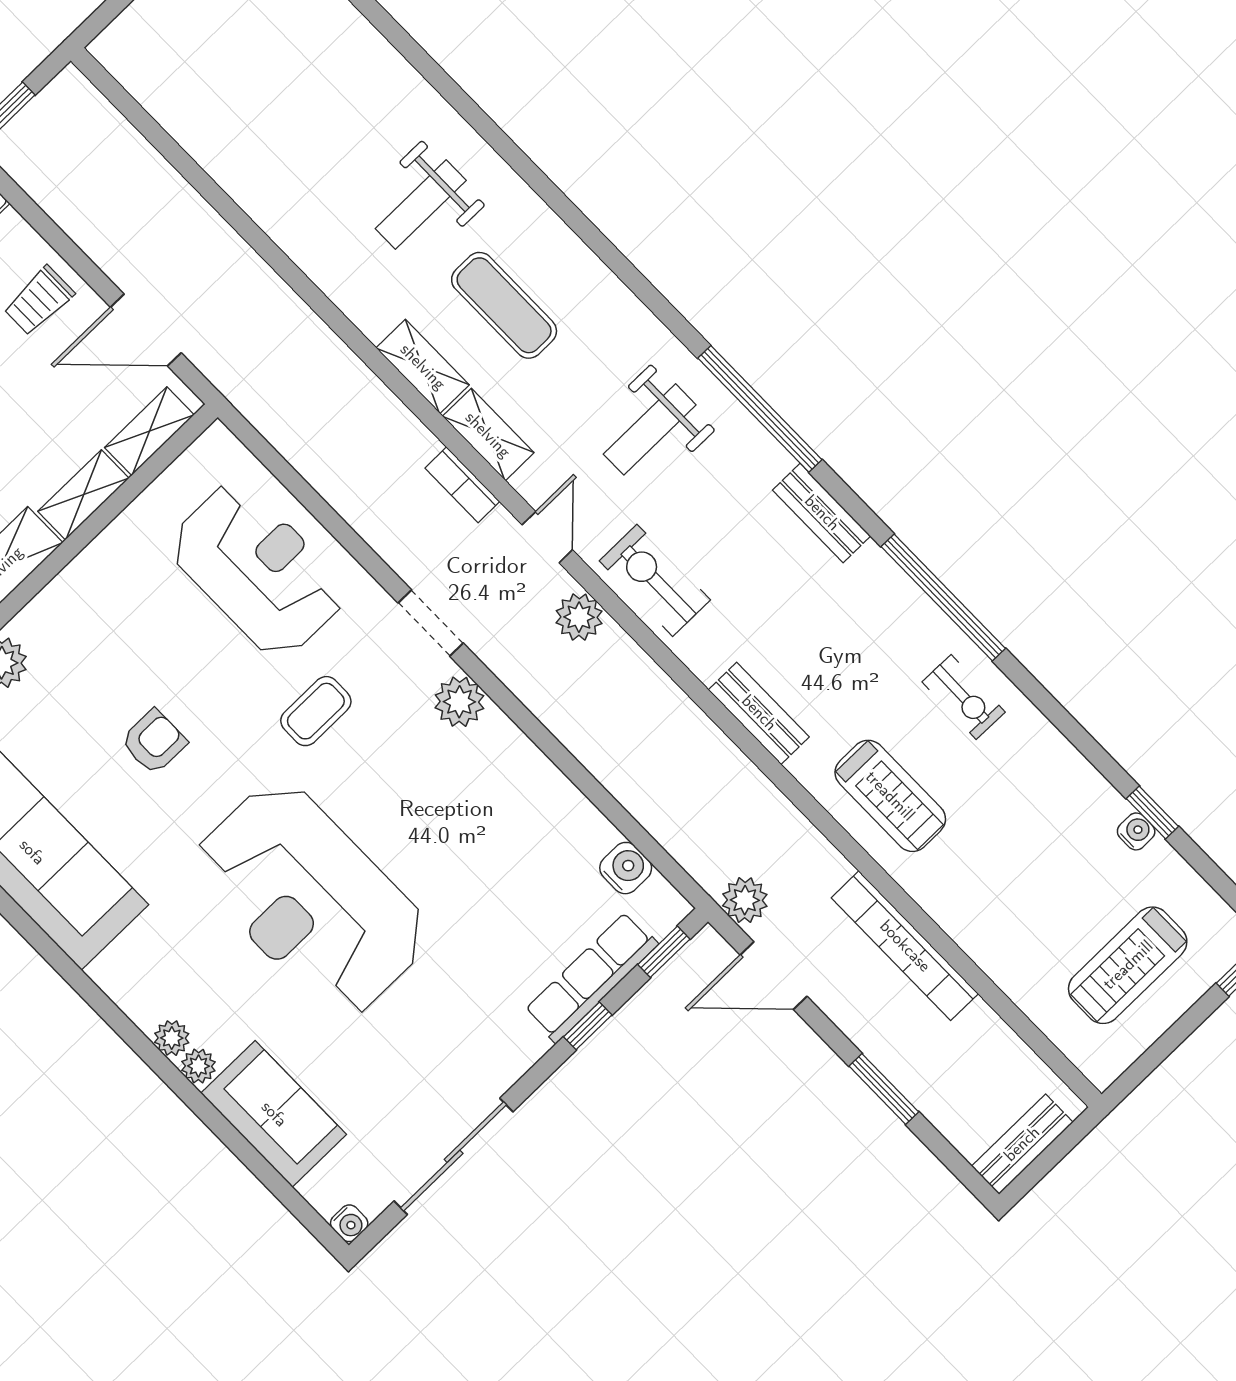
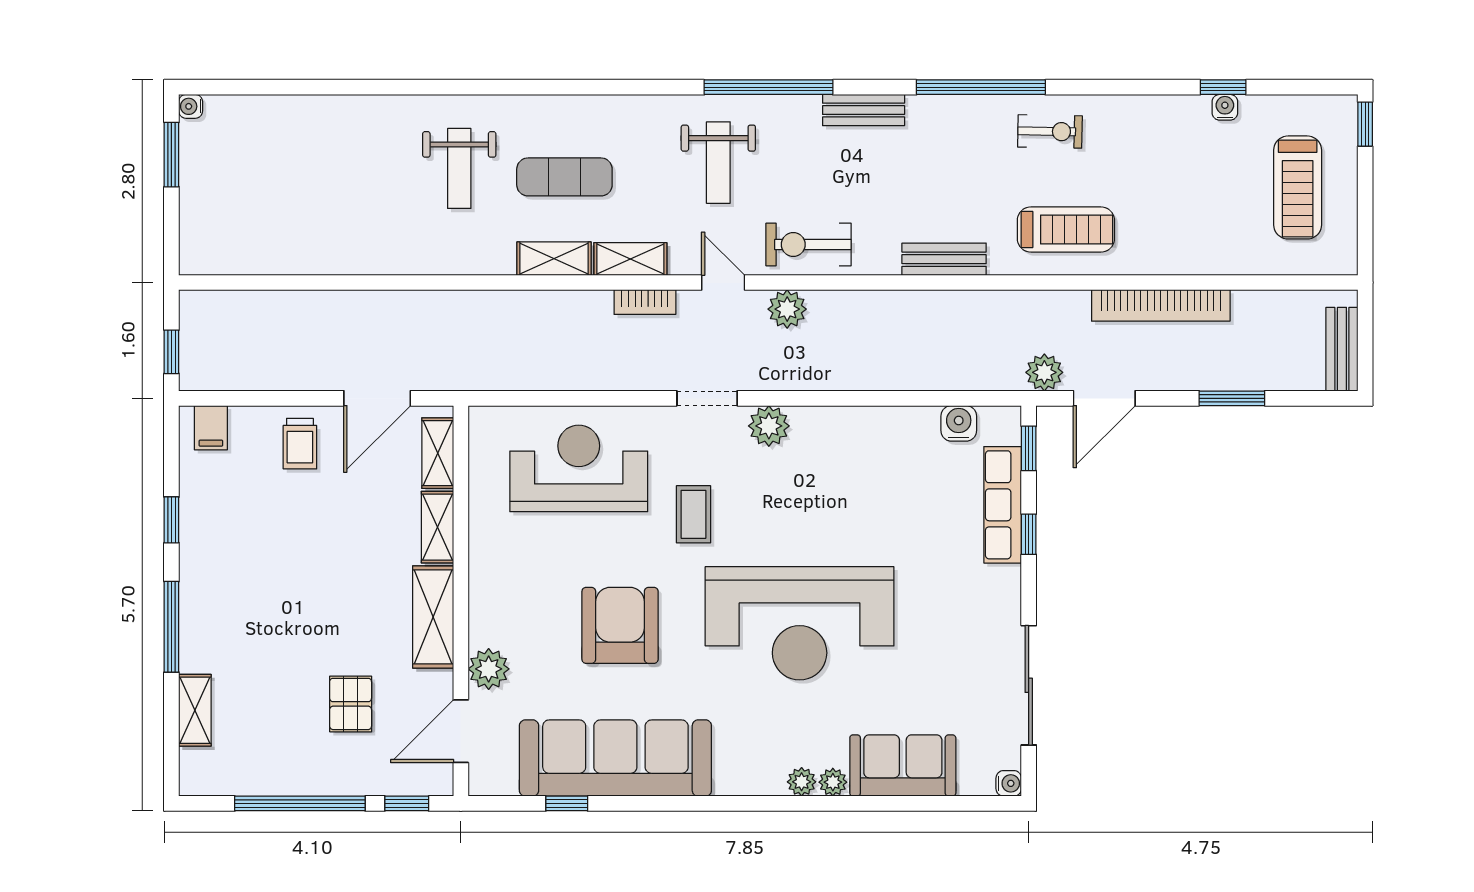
armchair: (154, 742) -> (620, 625), width x1.88, depth x1.88

